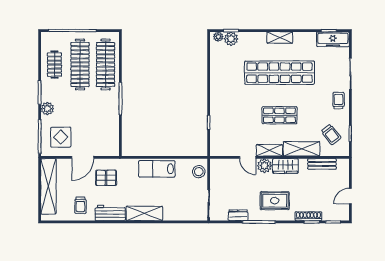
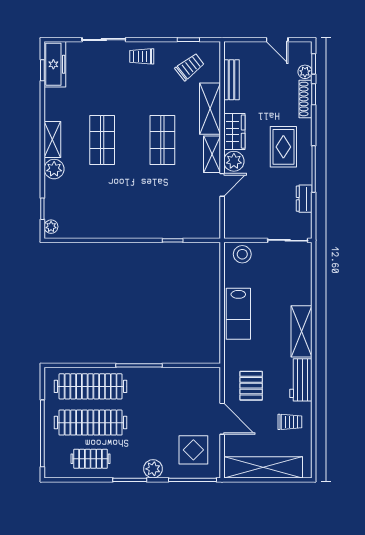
plant: (231, 39) -> (54, 169), moved
shop shelf: (279, 73) -> (102, 140), width x0.50, depth x0.74
plant: (328, 216) -> (305, 72), added

